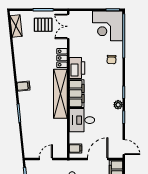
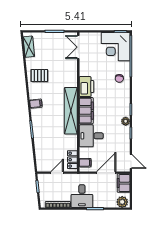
pallet: (43, 25) -> (39, 75), moved
locker: (62, 58) -> (72, 160), moved

